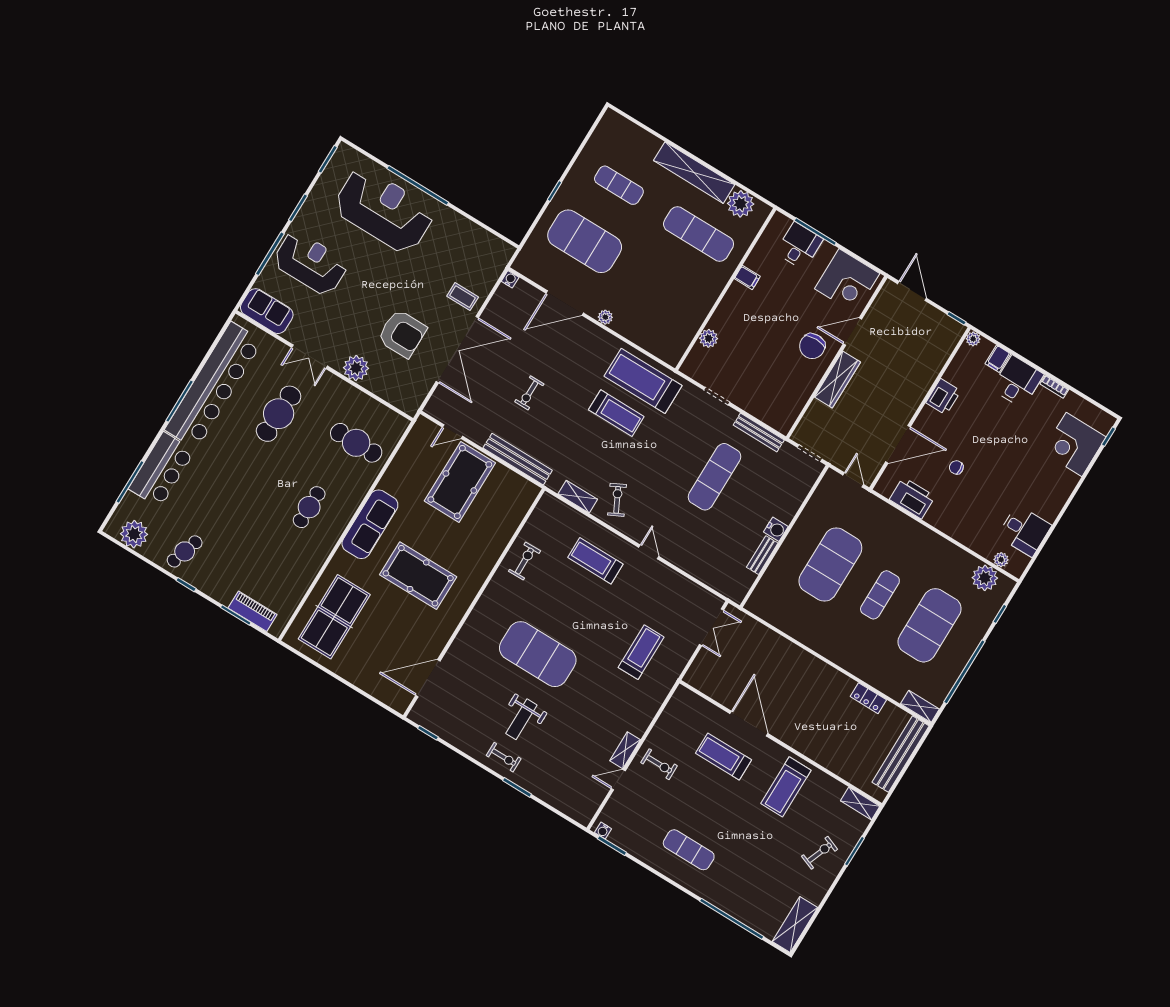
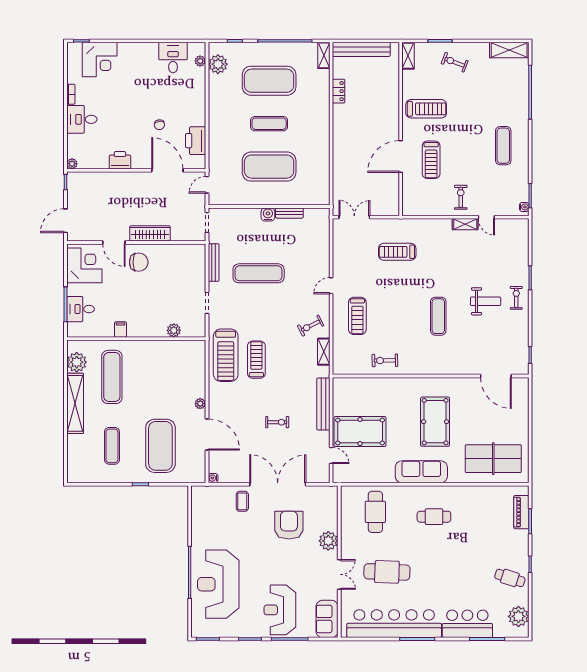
filing cabinet: (998, 359) -> (75, 141), removed
exercise mat: (538, 654) -> (438, 316), width x0.50, depth x0.69

